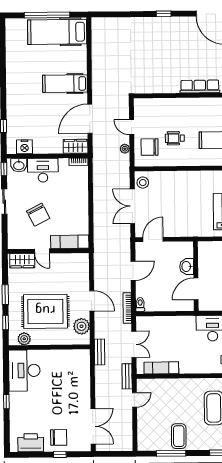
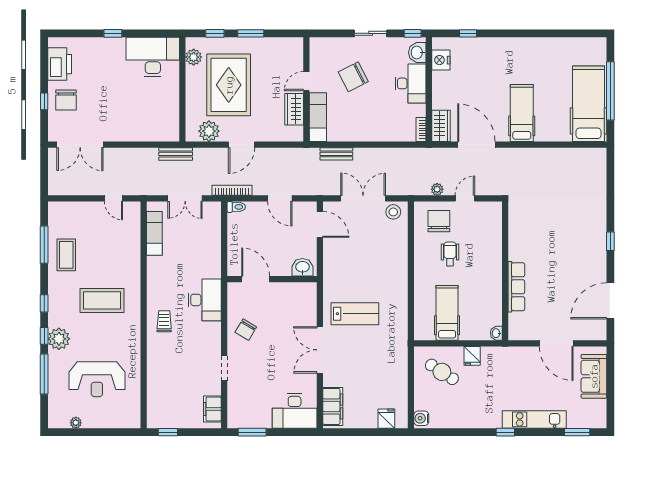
wardrobe: (22, 261) -> (294, 109), moved
washbasin: (187, 267) -> (302, 267), moved
bench: (127, 376) -> (336, 154), moved
coffee table: (179, 436) -> (66, 255), turned 90

